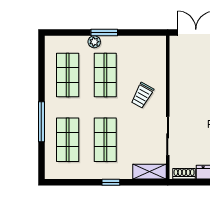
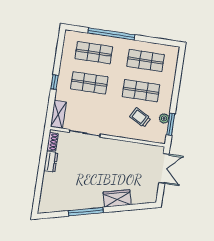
window: (104, 33) -> (171, 124), moved
plant: (94, 42) -> (164, 118), moved
trolley: (142, 95) -> (140, 117), moved
window: (41, 122) -> (111, 34), width x1.46

